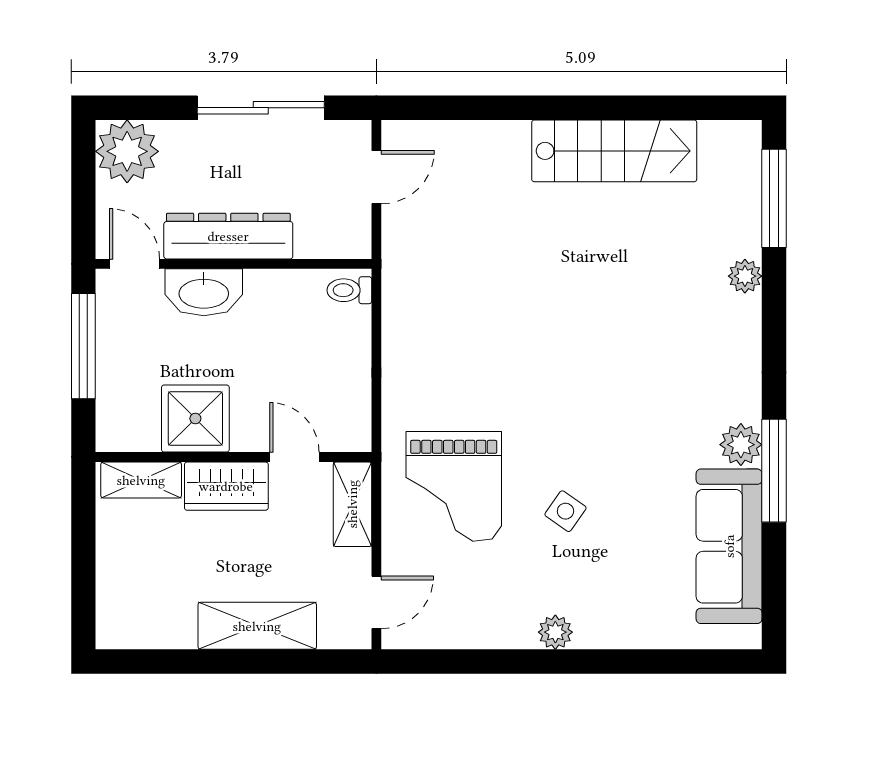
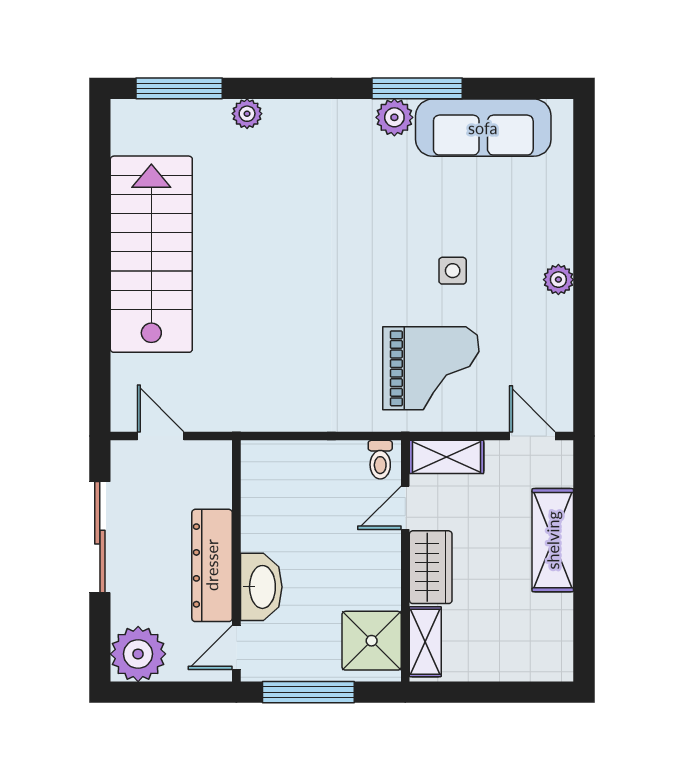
stairs: (614, 151) -> (151, 254), width x1.36, depth x1.51
toilet: (349, 290) -> (380, 460), moved
shower: (195, 418) -> (372, 641), moved
side table: (565, 511) -> (453, 271), turned -35

